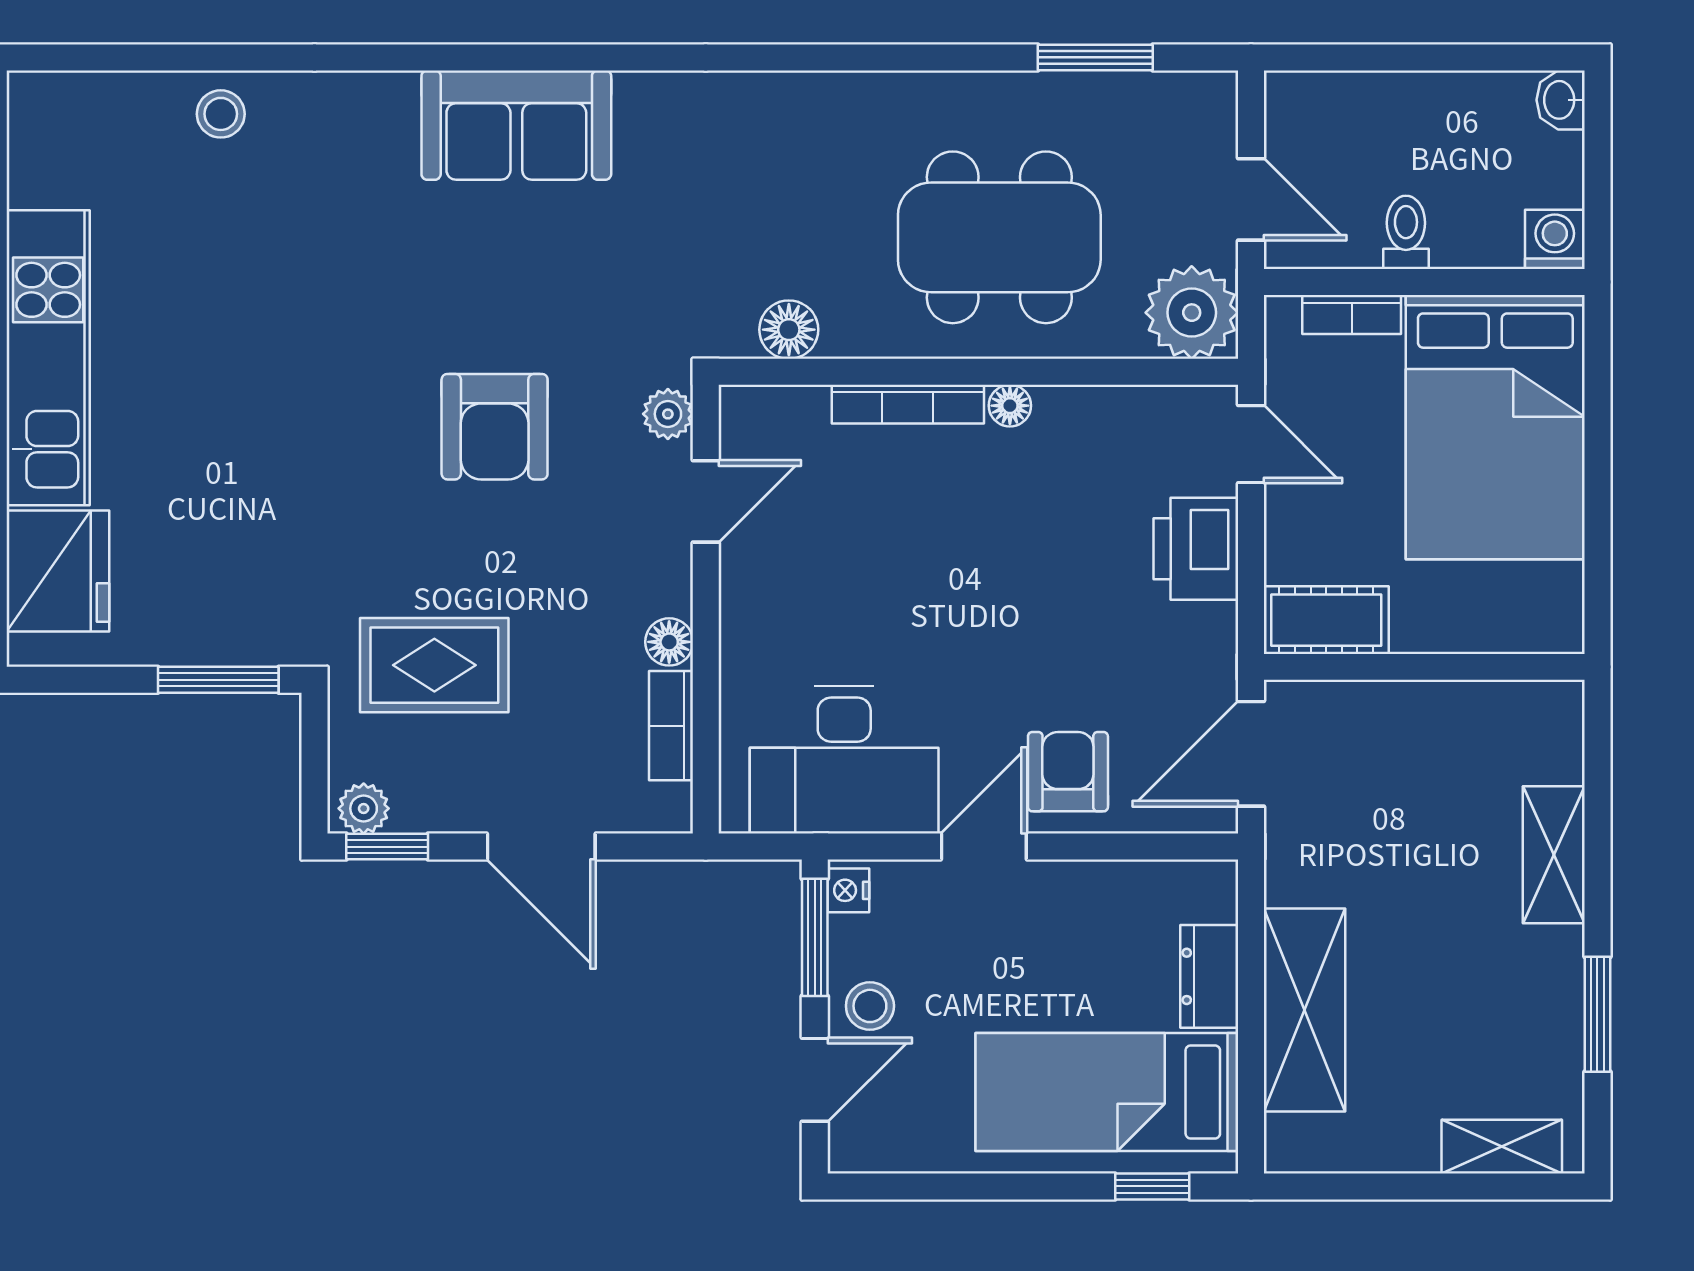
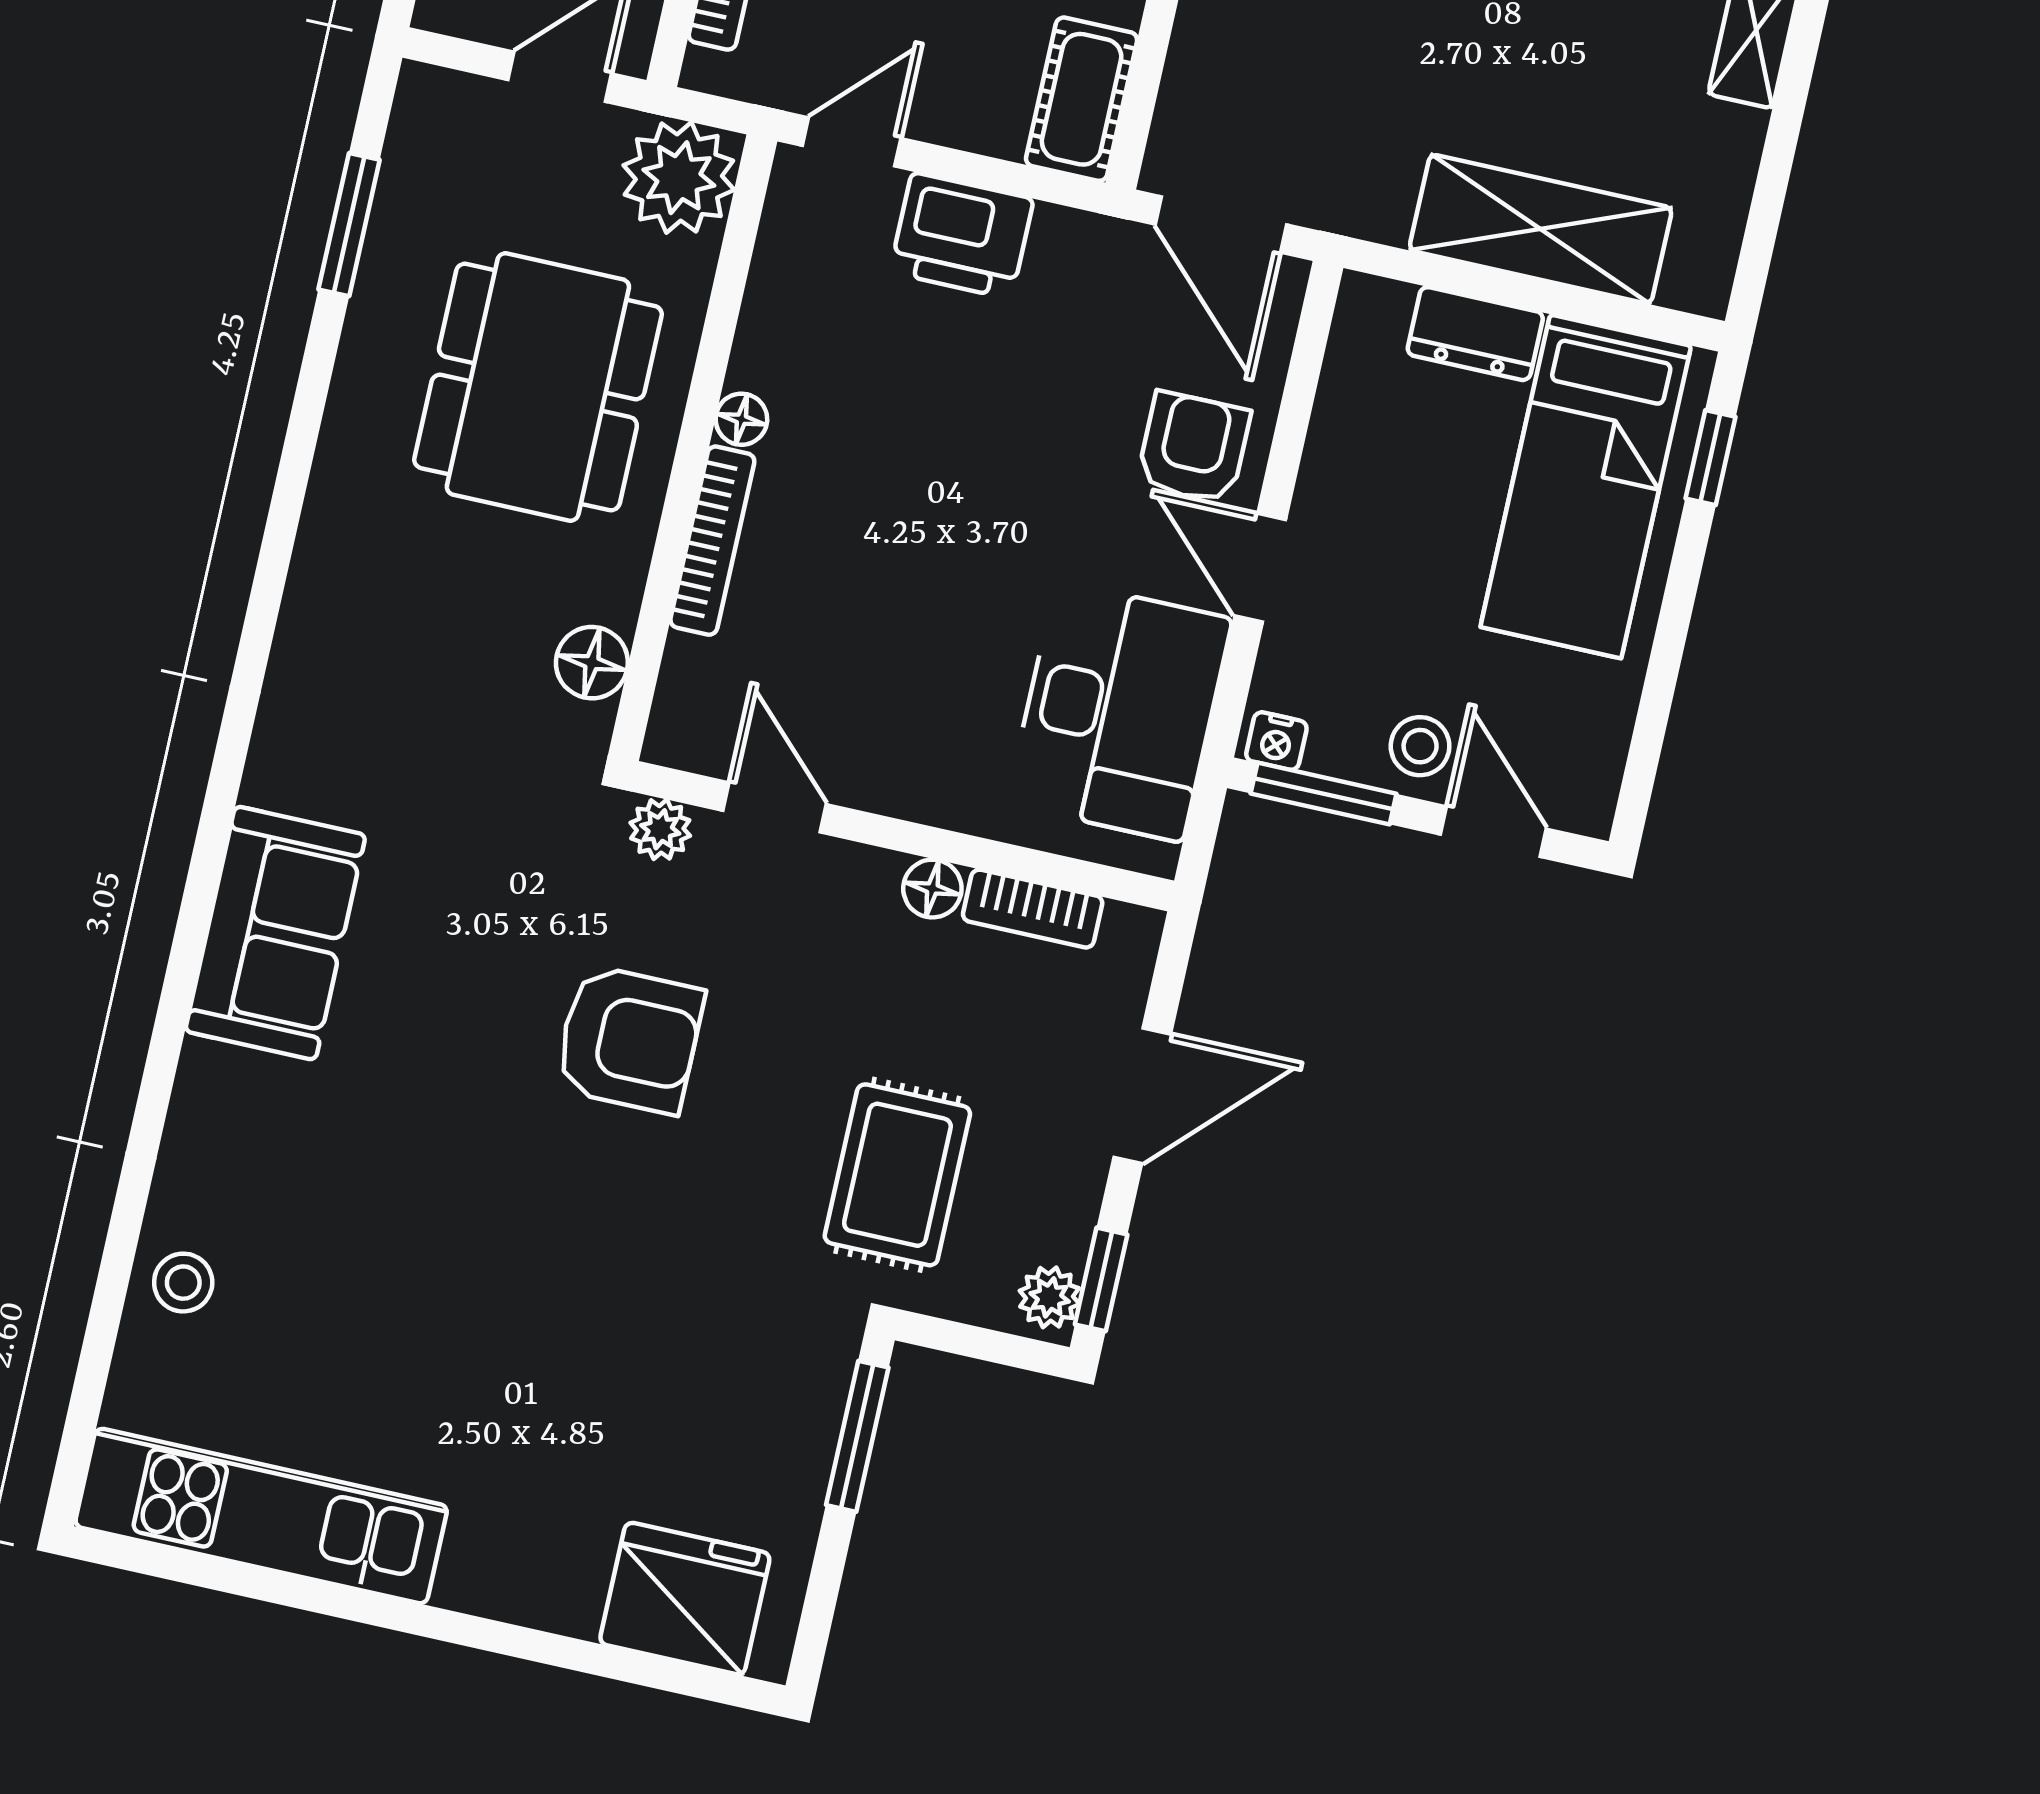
kitchen unit: (48, 358) -> (261, 1516), moved
armchair: (1068, 772) -> (1193, 448), turned 90

